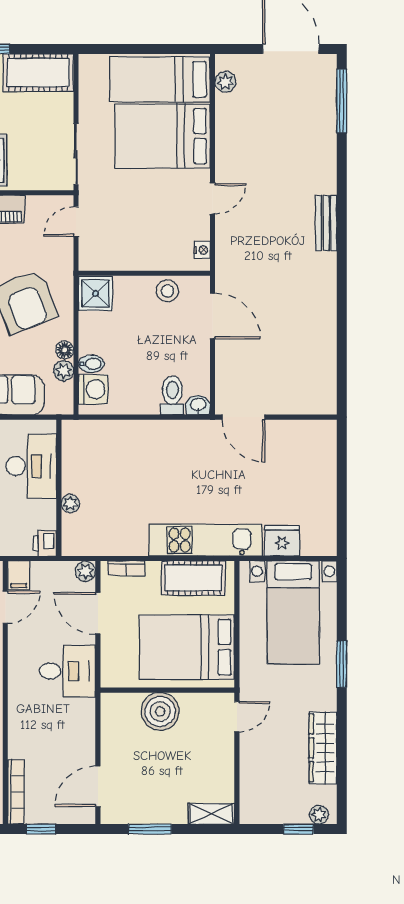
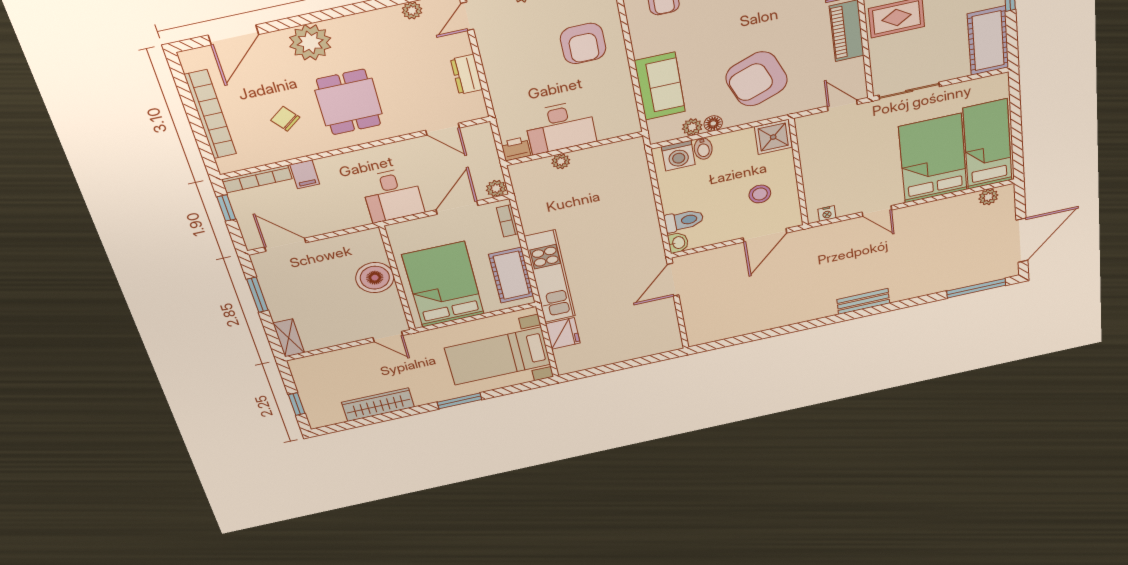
stool: (167, 291) -> (760, 194), moved
desk: (31, 466) -> (560, 127), moved
filing cabinet: (19, 575) -> (305, 174), moved, turned -90
plant: (319, 815) -> (315, 416), removed

